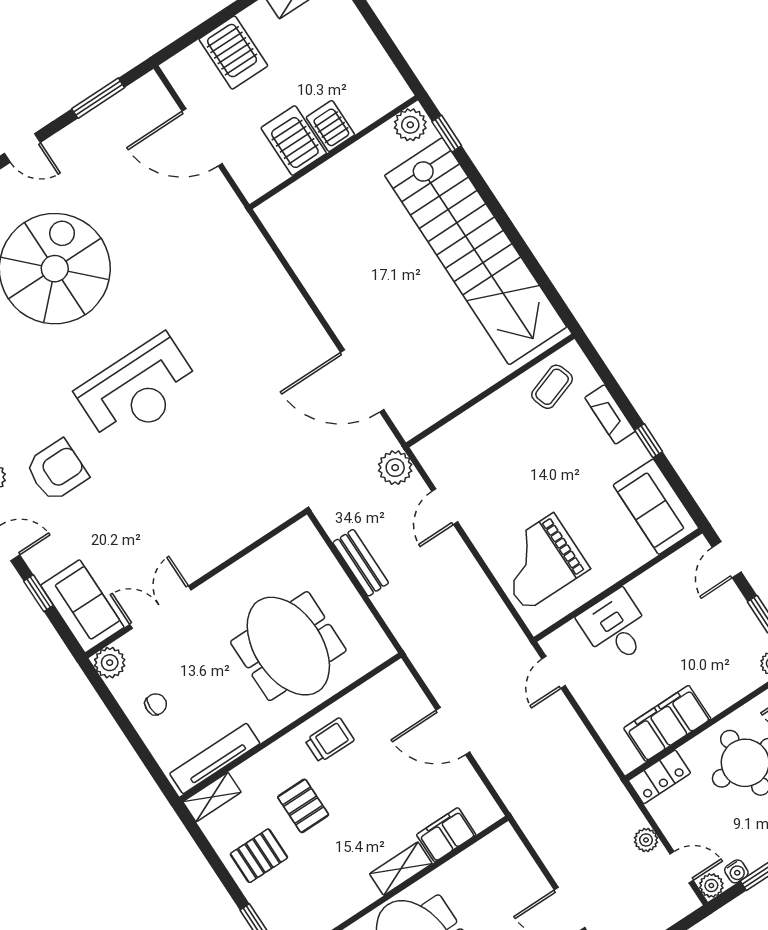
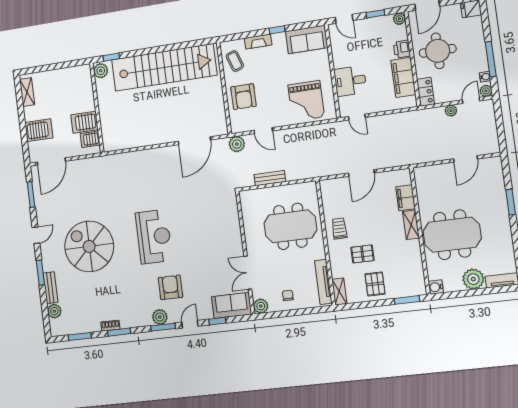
server rack: (330, 126) -> (90, 139), moved
door: (202, 137) -> (51, 162), moved
armchair: (492, 437) -> (243, 97), added
printer: (719, 695) -> (402, 49), added

